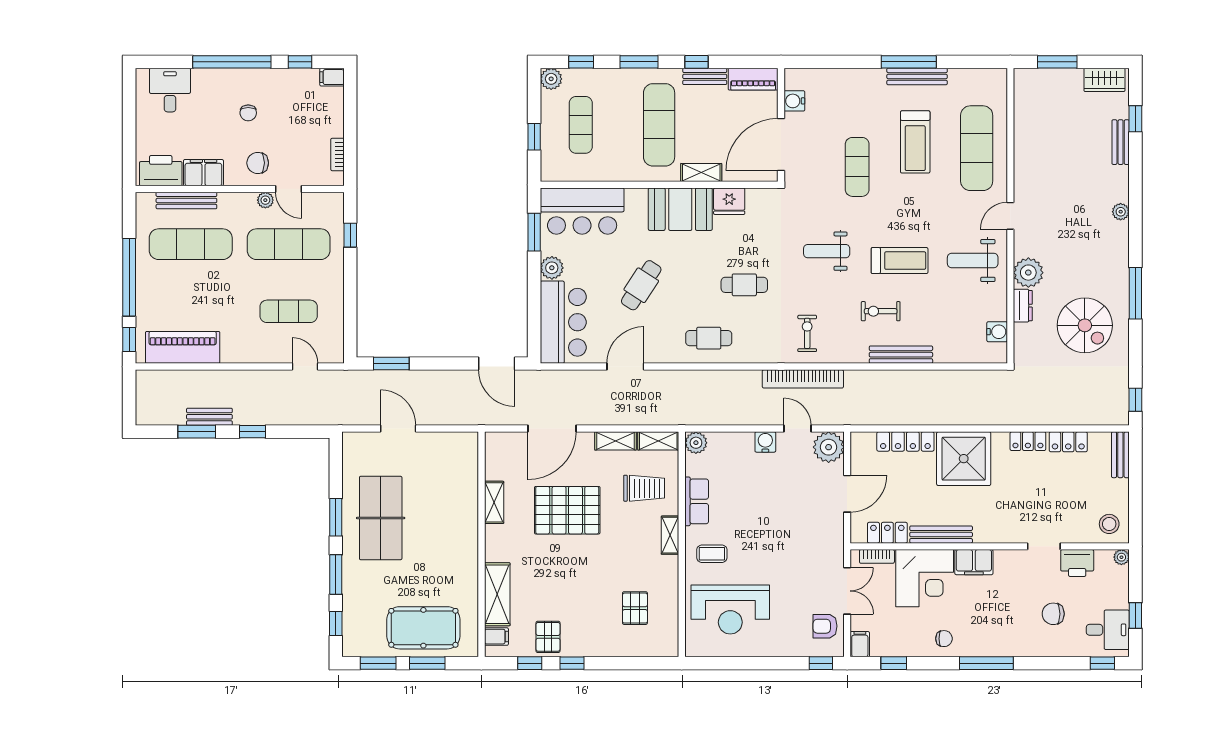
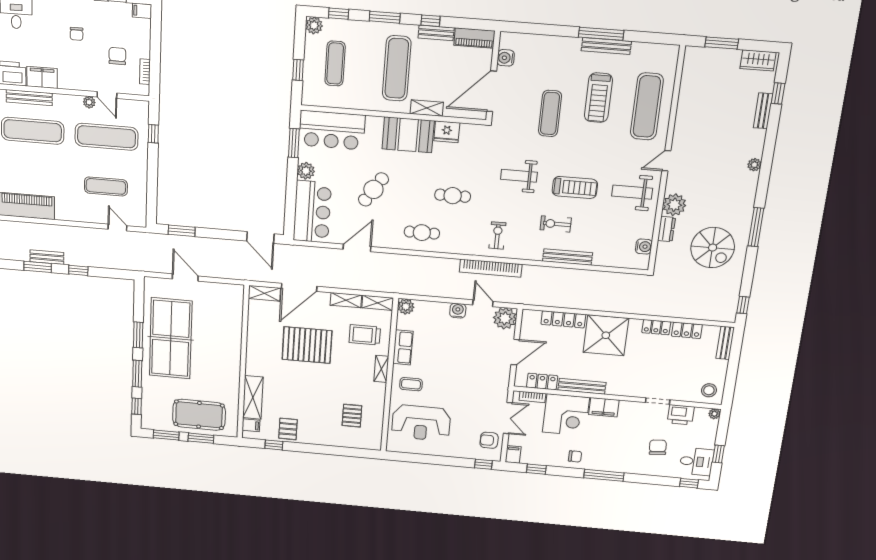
chair: (258, 163) -> (117, 56), moved, turned 90
trolley: (644, 488) -> (365, 335), turned 180
shelving: (494, 502) -> (264, 293), moved, turned 90
table tennis table: (381, 518) -> (171, 338), width x1.36, depth x1.32
chair: (1053, 614) -> (658, 447), turned 85
window: (572, 663) -> (304, 448), removed

